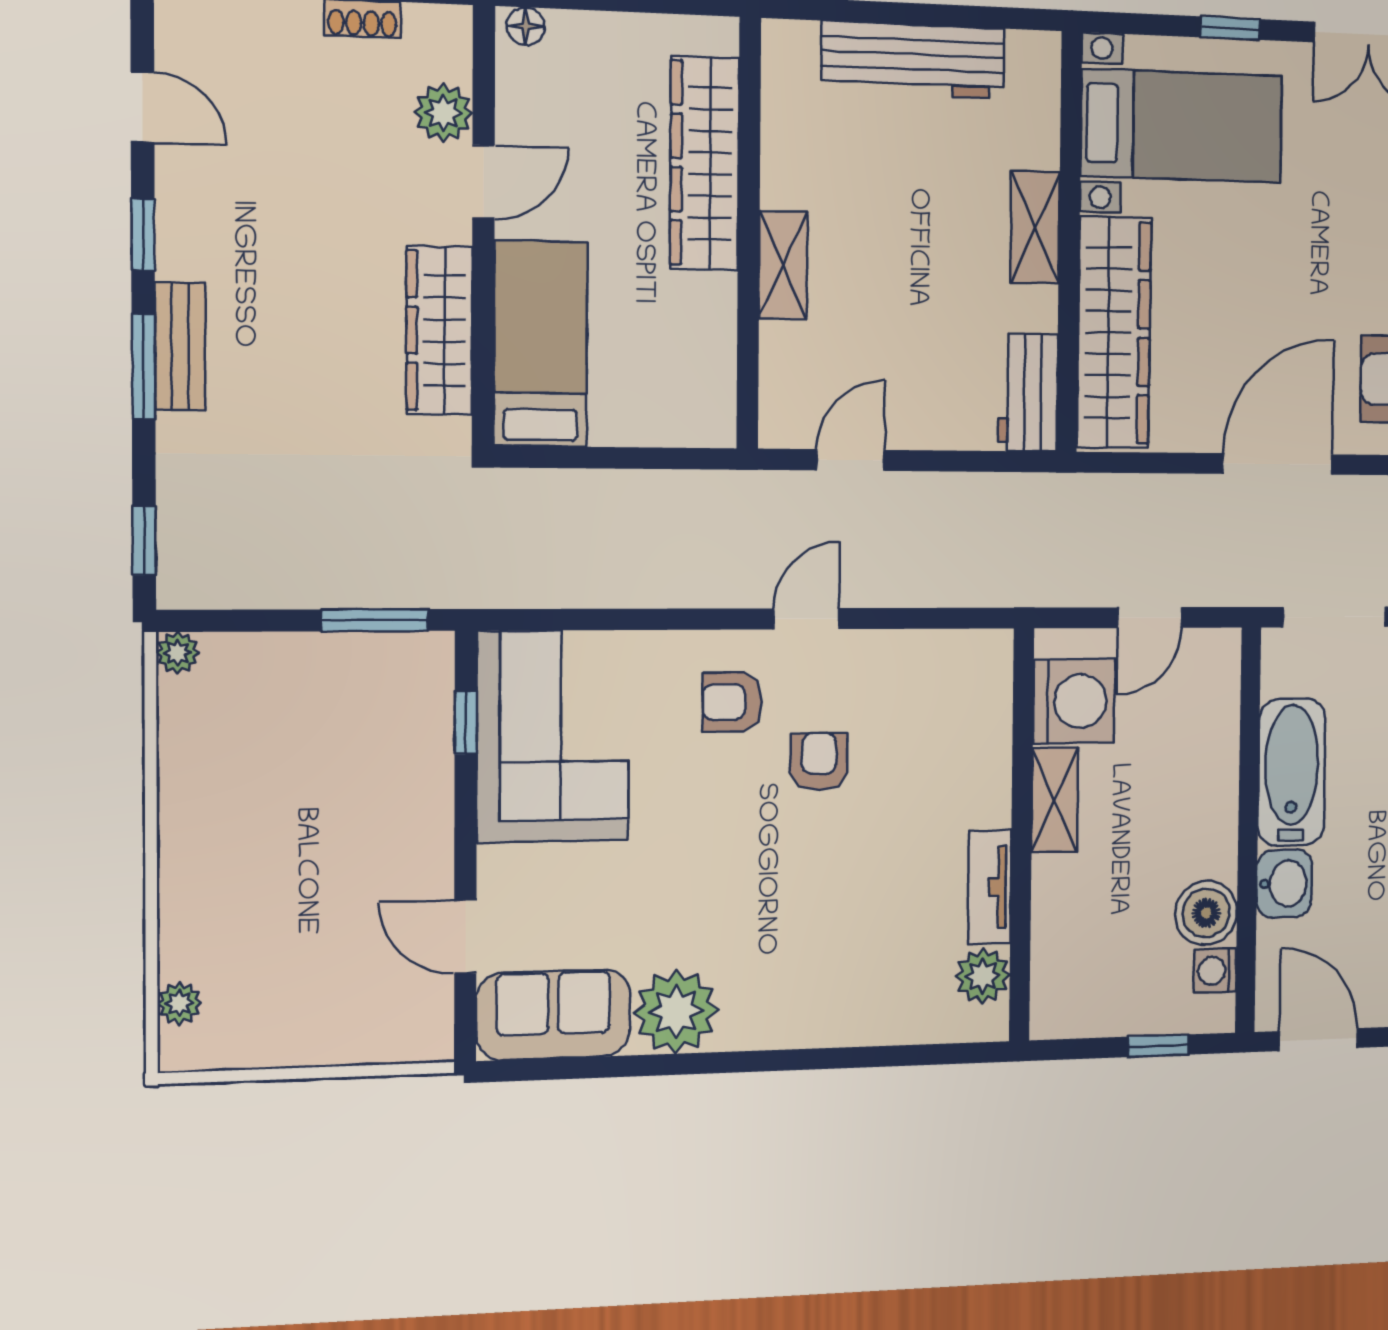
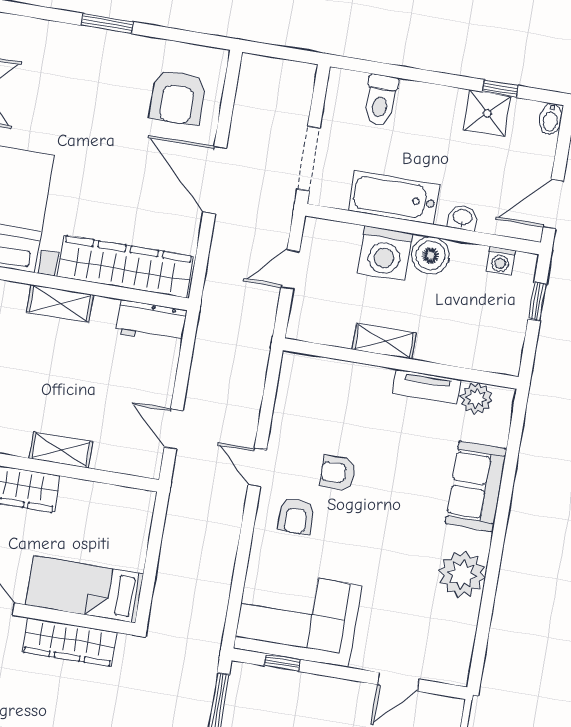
door: (1150, 618) -> (290, 270), swing flipped
washing machine: (1074, 701) -> (385, 253), moved, turned 180
washbasin: (1284, 884) -> (462, 218), width x0.72, depth x0.69
boiler: (1206, 913) -> (430, 255), moved
sofa: (553, 1015) -> (476, 486), moved

